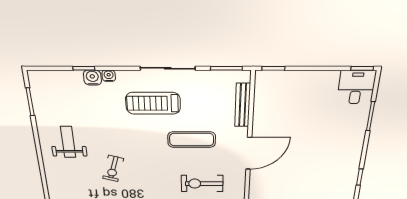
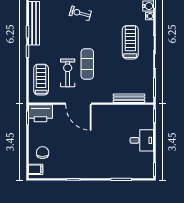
desk: (356, 87) -> (142, 140), moved
exercise mat: (192, 140) -> (87, 64), moved
door: (249, 153) -> (78, 104), moved

